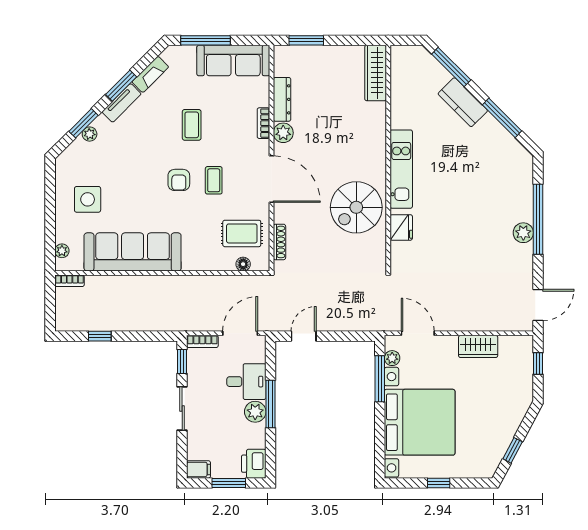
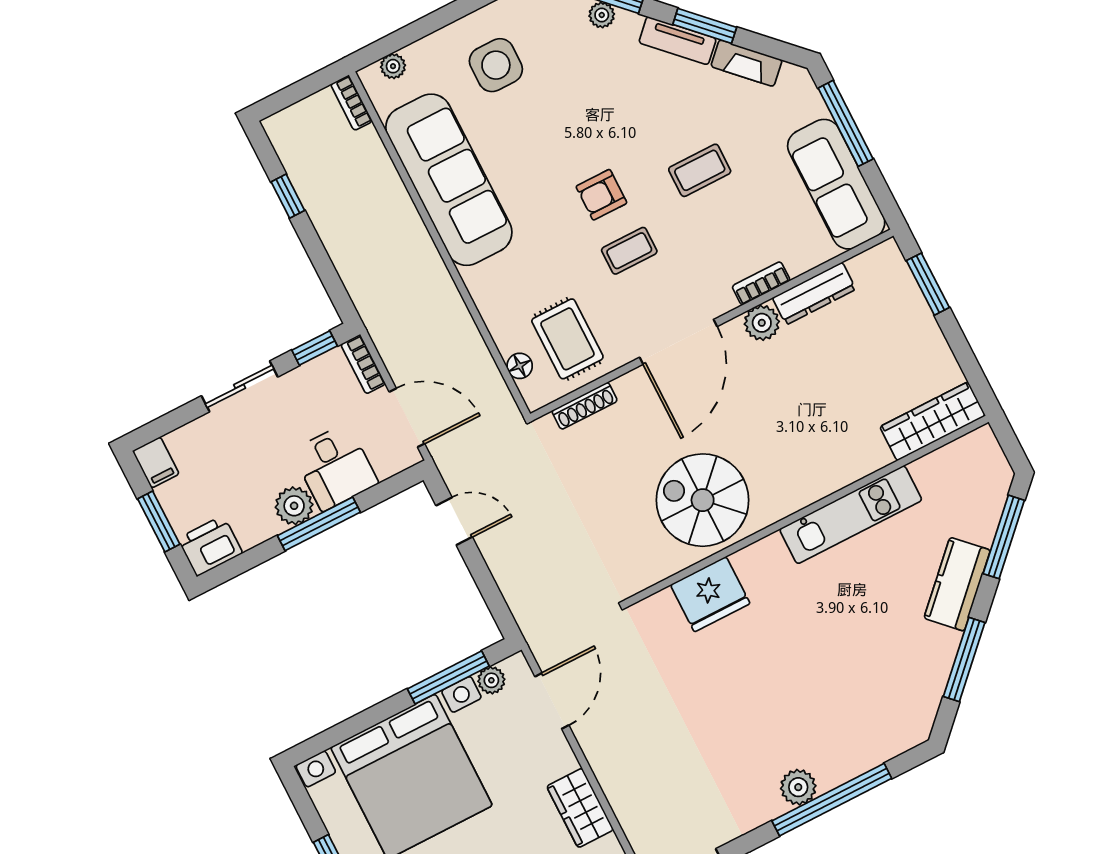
kitchen unit: (401, 169) -> (851, 515), moved
fridge: (401, 227) -> (710, 594), width x1.36, depth x1.34

